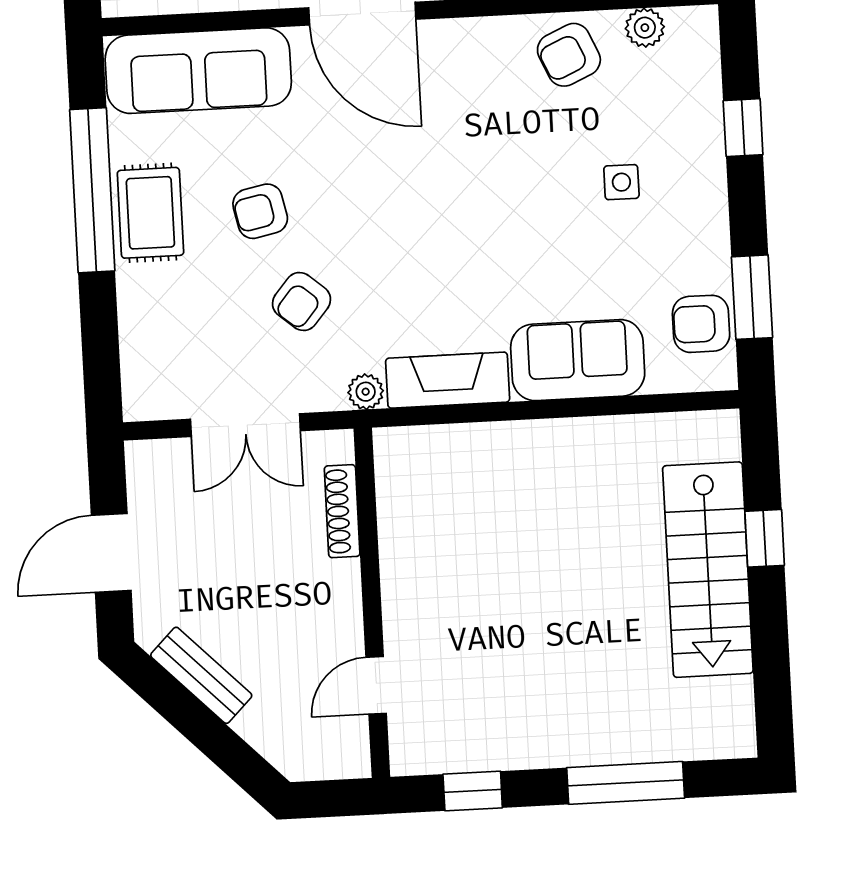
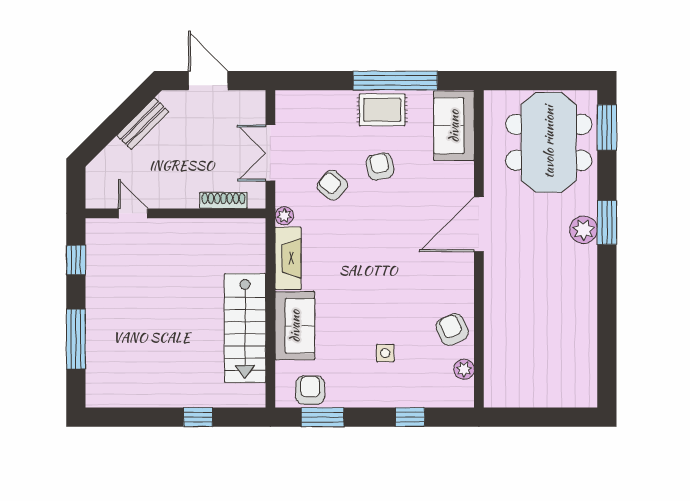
sofa: (198, 71) -> (454, 126), width x0.73
stairs: (708, 570) -> (245, 328), moved, turned -90

